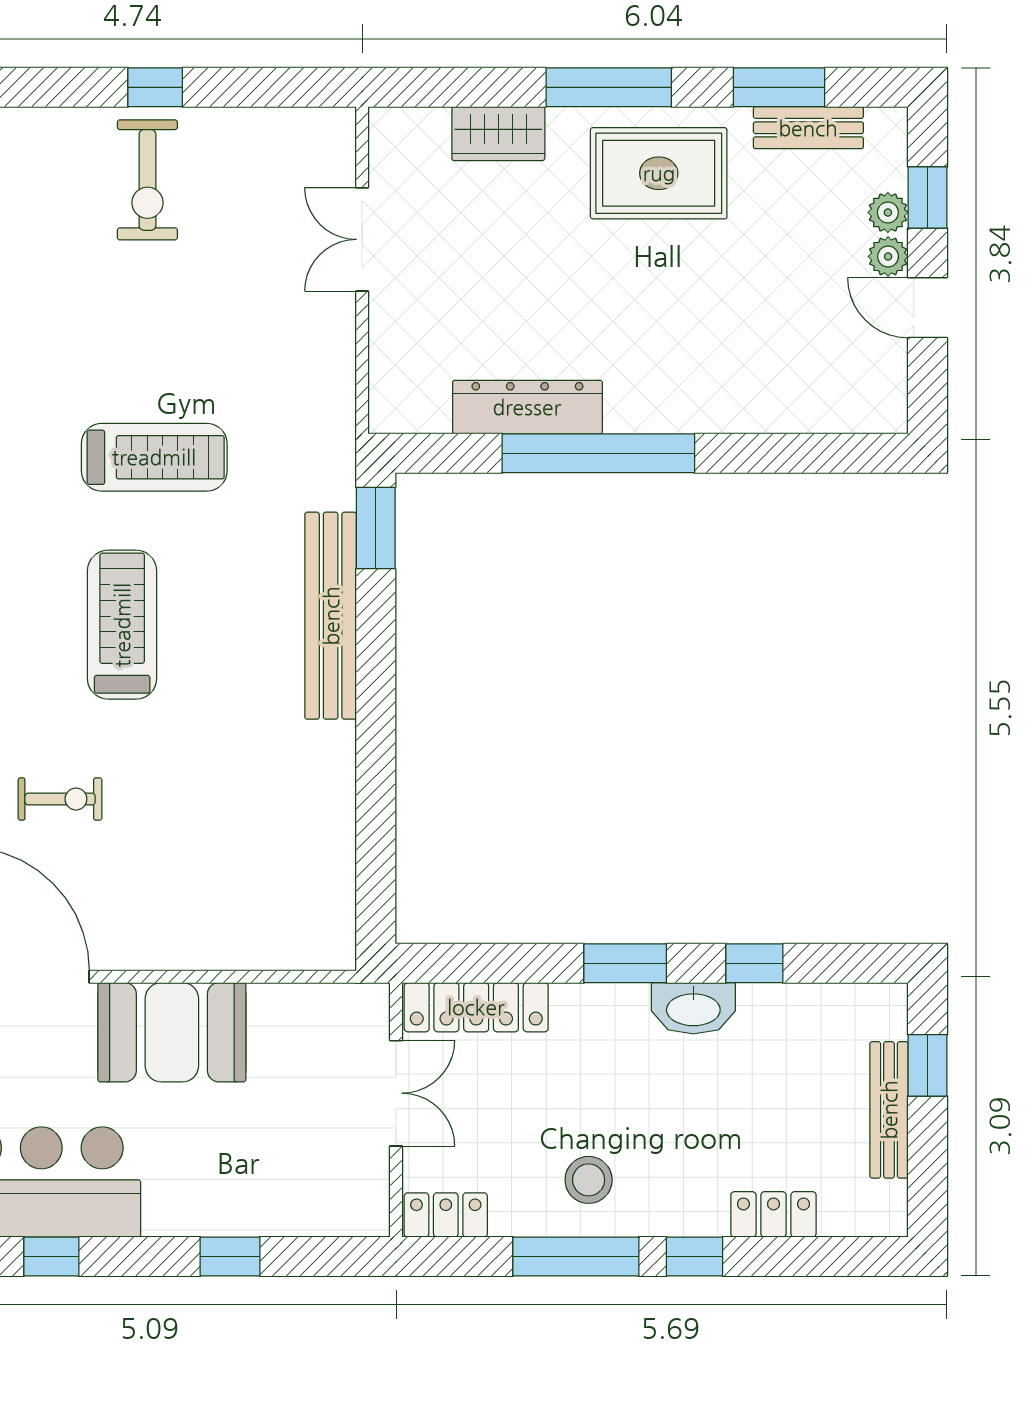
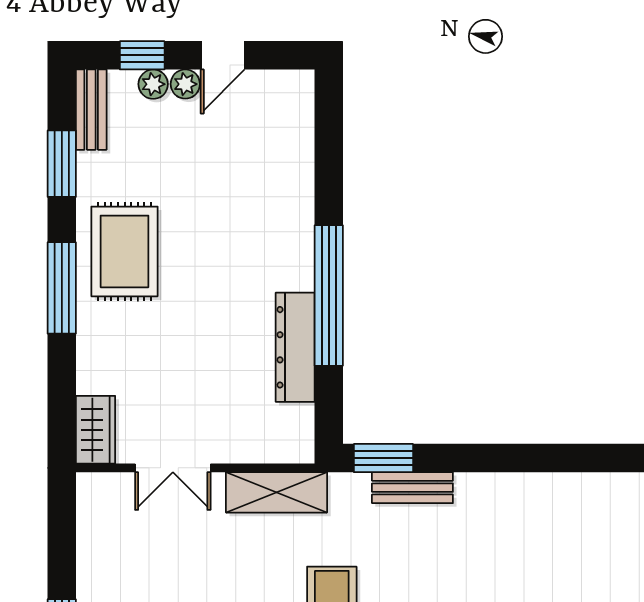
bench: (808, 128) -> (91, 110), moved
wardrobe: (498, 134) -> (96, 430), moved
shelving: (329, 381) -> (277, 492), added
bench: (331, 616) -> (412, 488), width x0.54, depth x0.82

